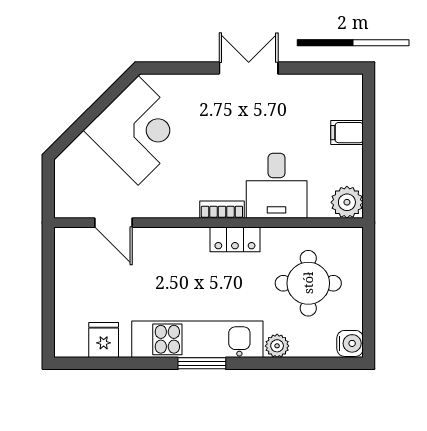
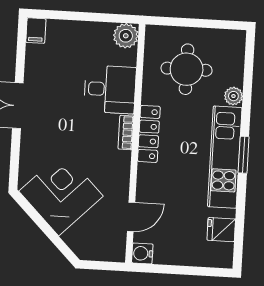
filing cabinet: (347, 133) -> (36, 31), moved
locker: (235, 239) -> (149, 134), width x1.53
water cooler: (350, 343) -> (142, 253), moved, turned -90

